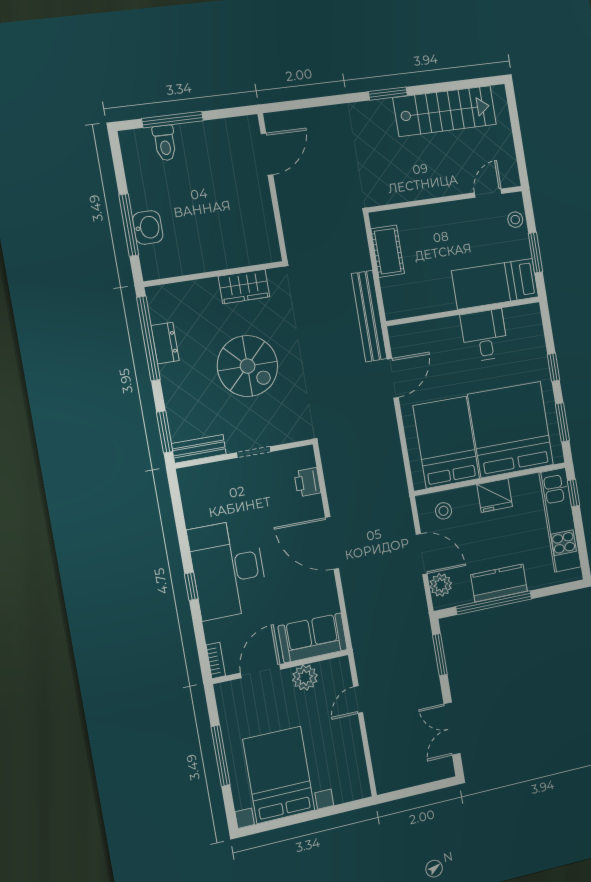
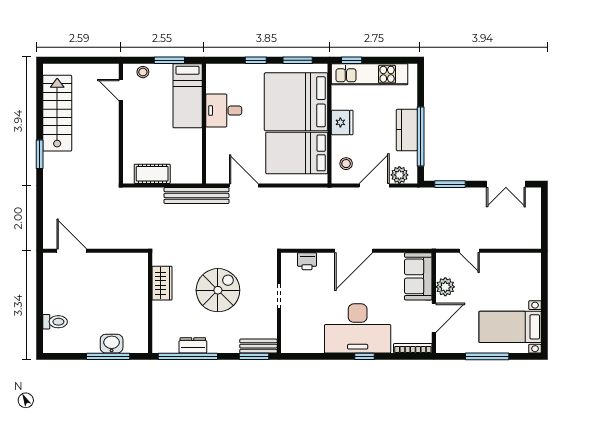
window: (172, 120) -> (40, 314), removed
bench: (199, 449) -> (258, 346), moved, turned 90
bookcase: (216, 660) -> (413, 348), width x1.56
door: (261, 671) -> (434, 318), swing flipped
bed with nightstands: (279, 775) -> (510, 327), width x0.73

